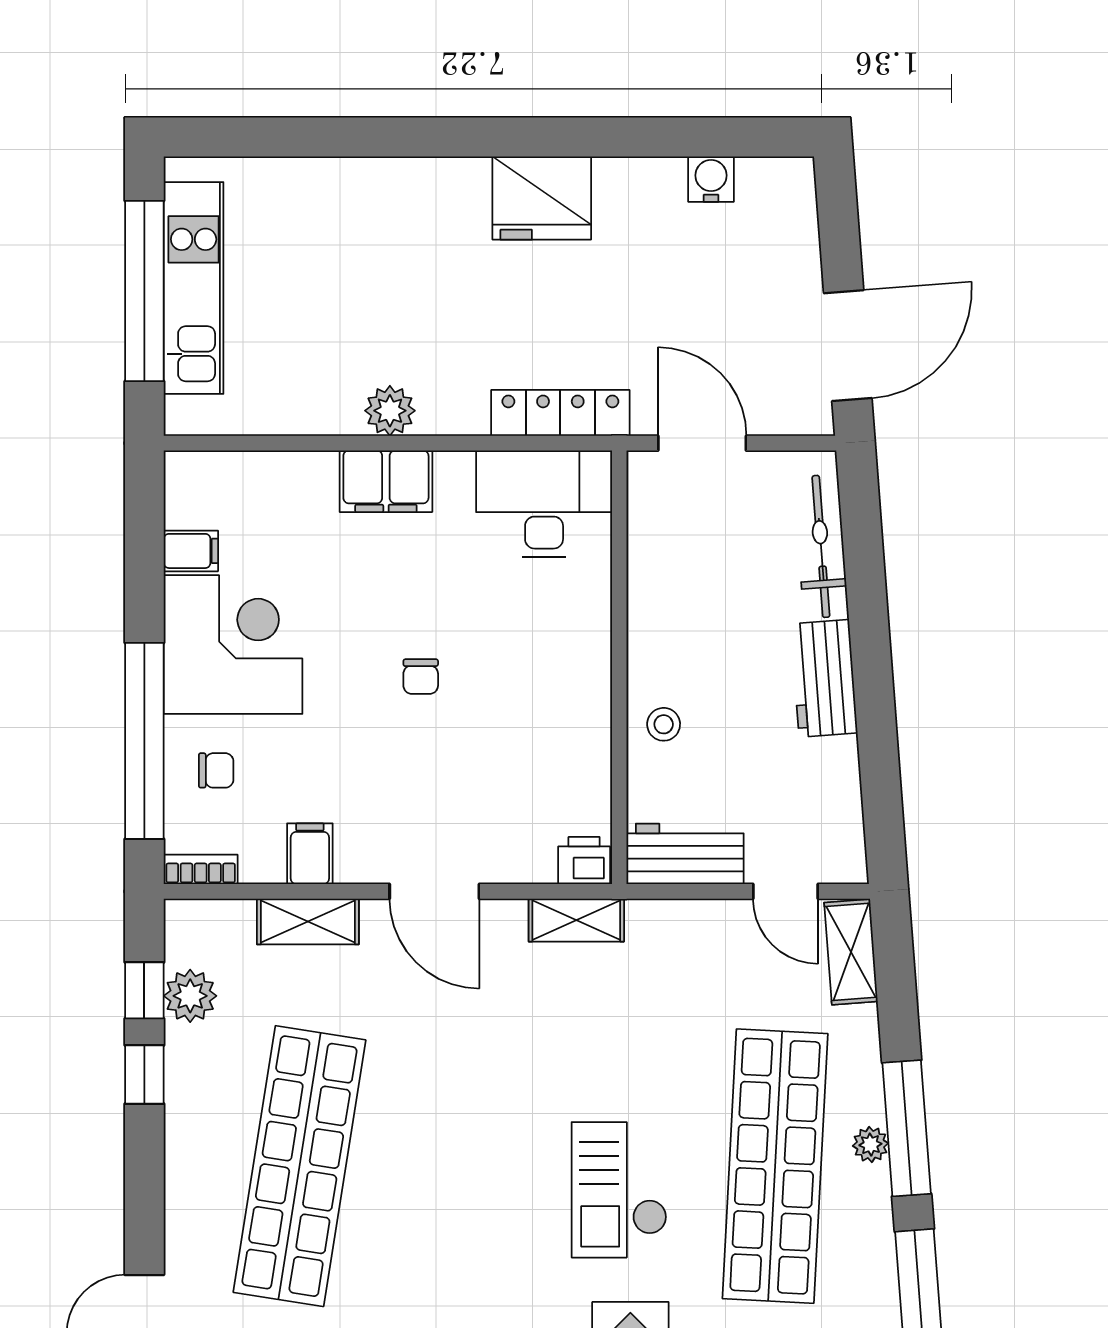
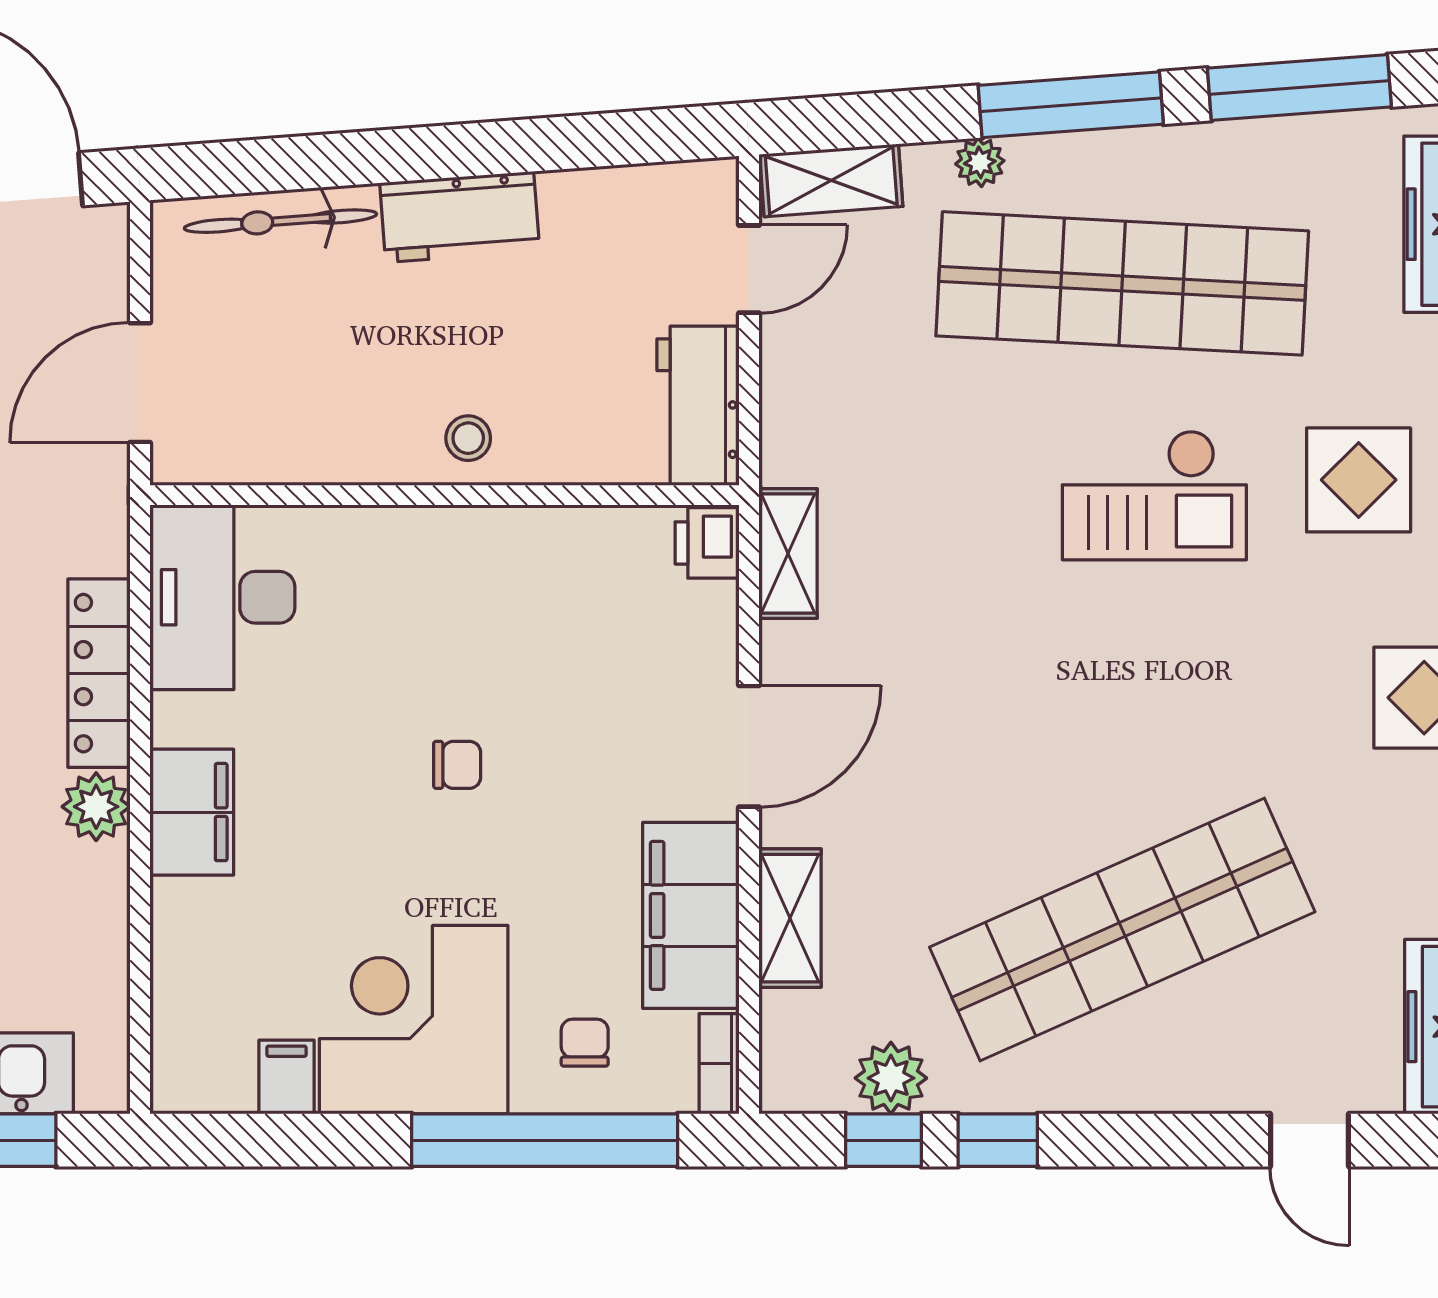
locker: (560, 413) -> (99, 673), moved
stool: (664, 724) -> (468, 438), moved
filing cabinet: (310, 854) -> (691, 915), width x3.00, depth x1.17
plant: (870, 1145) -> (980, 162), moved
shop shelf: (299, 1166) -> (1122, 930), turned -33

